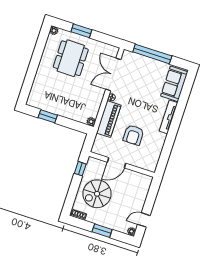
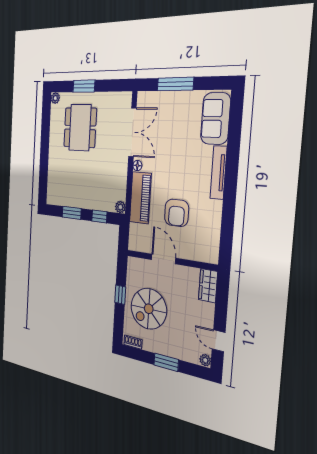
window: (152, 54) -> (175, 84), width x0.68
double door: (113, 74) -> (132, 132), swing flipped
window: (72, 124) -> (99, 216), added
door: (117, 163) -> (163, 259), swing flipped
window: (80, 169) -> (120, 295), moved
wardrobe: (145, 185) -> (208, 286), added
door: (144, 220) -> (219, 341), hinge flipped

